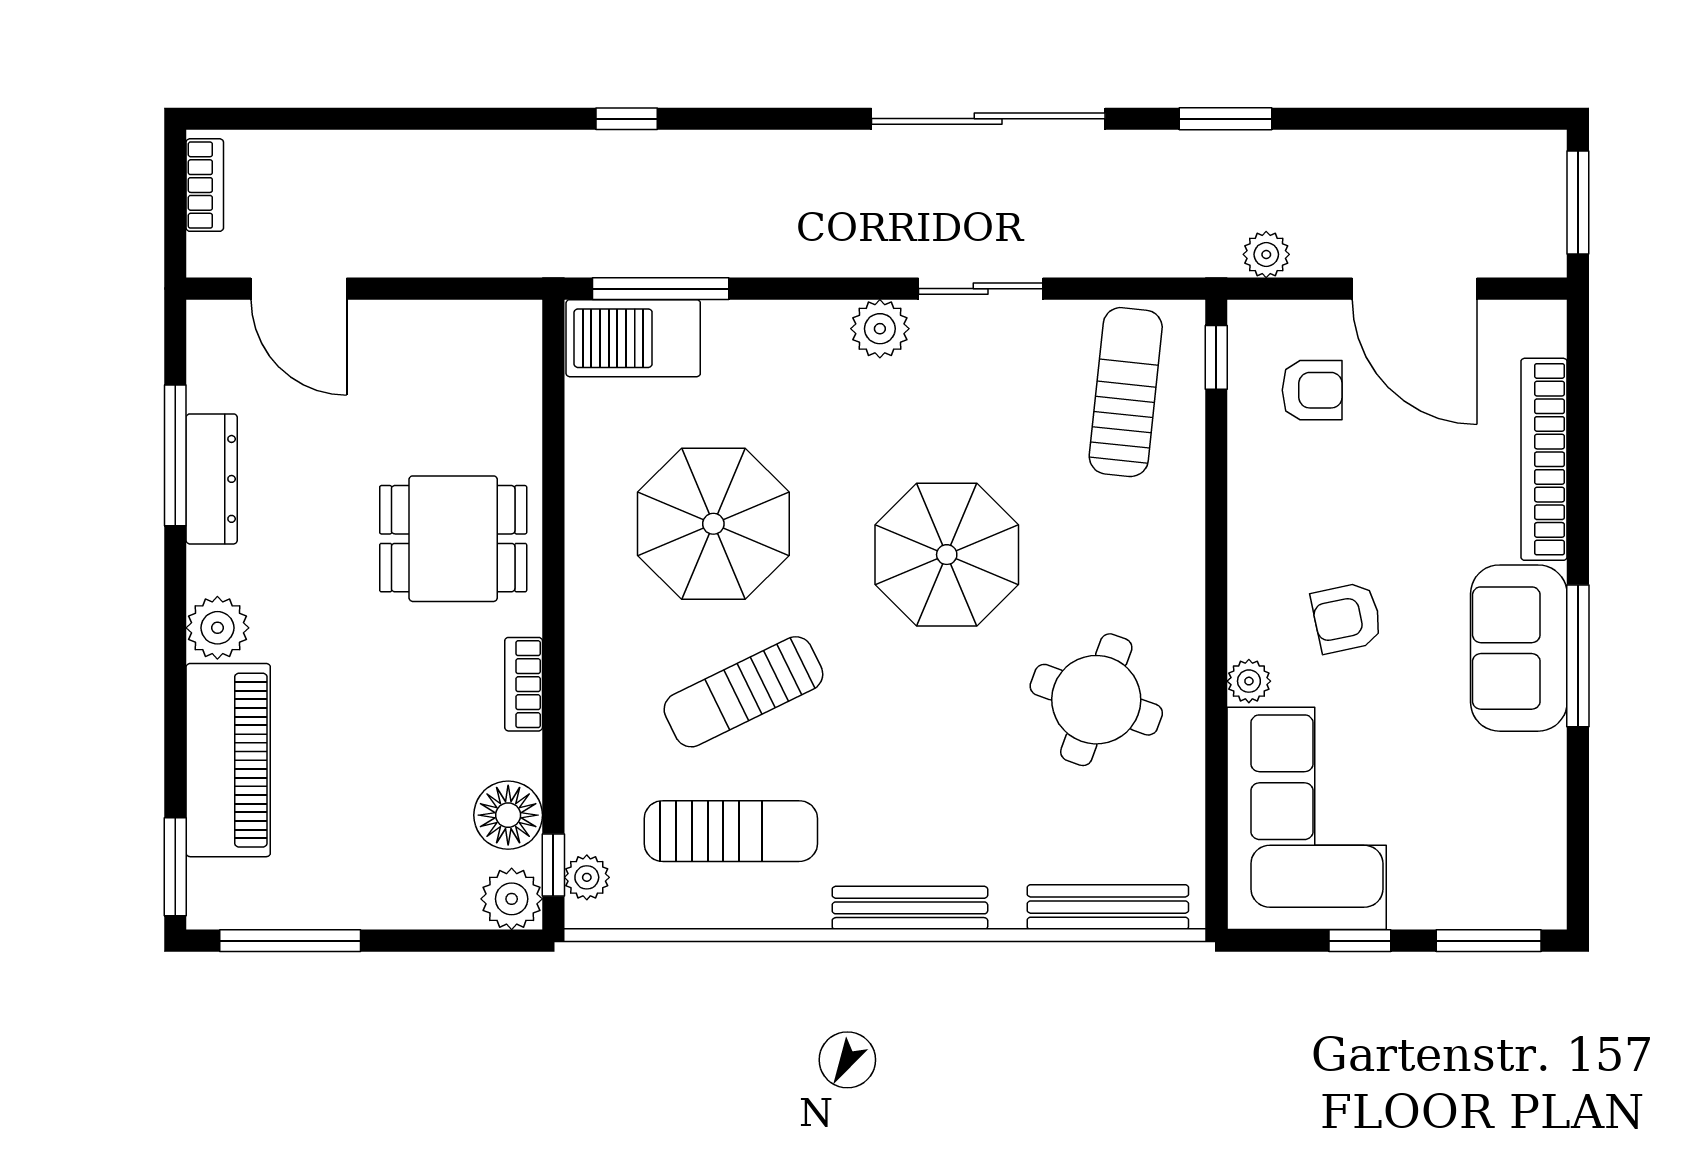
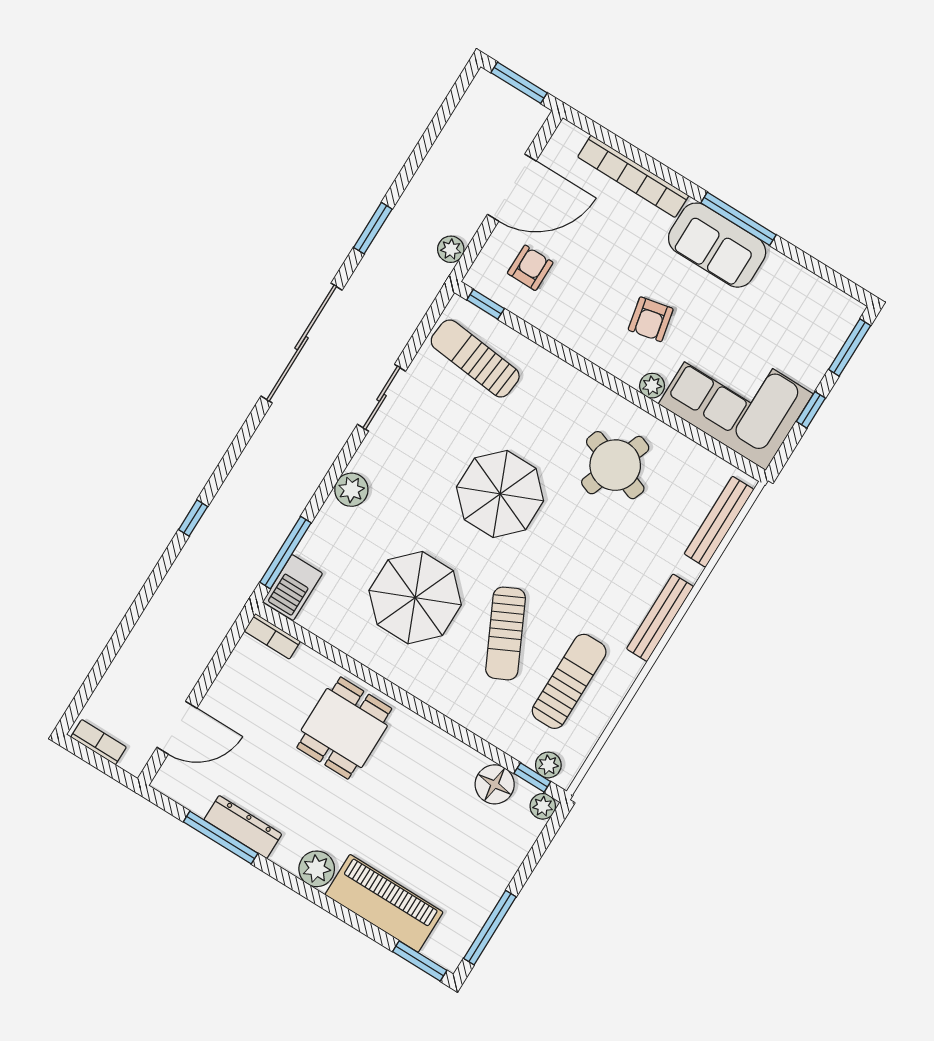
plant: (880, 329) -> (351, 490), moved
barbecue: (633, 338) -> (293, 587), width x0.73, depth x0.83
bookcase: (524, 684) -> (272, 636), moved
plant: (512, 899) -> (543, 806), width x0.73, depth x0.73

